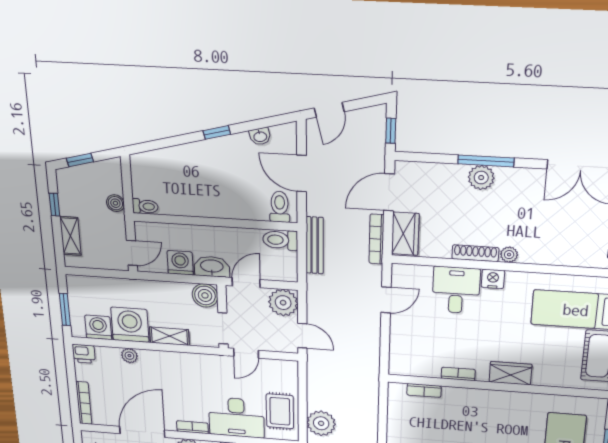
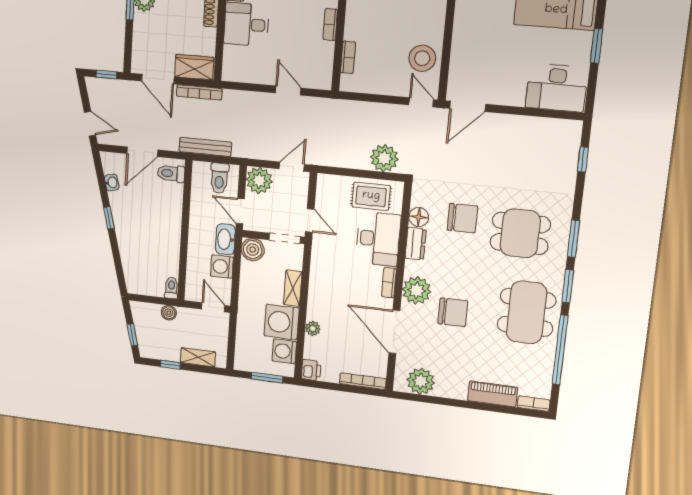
toilet: (280, 240) -> (219, 178), moved
door: (386, 300) -> (288, 91), moved

